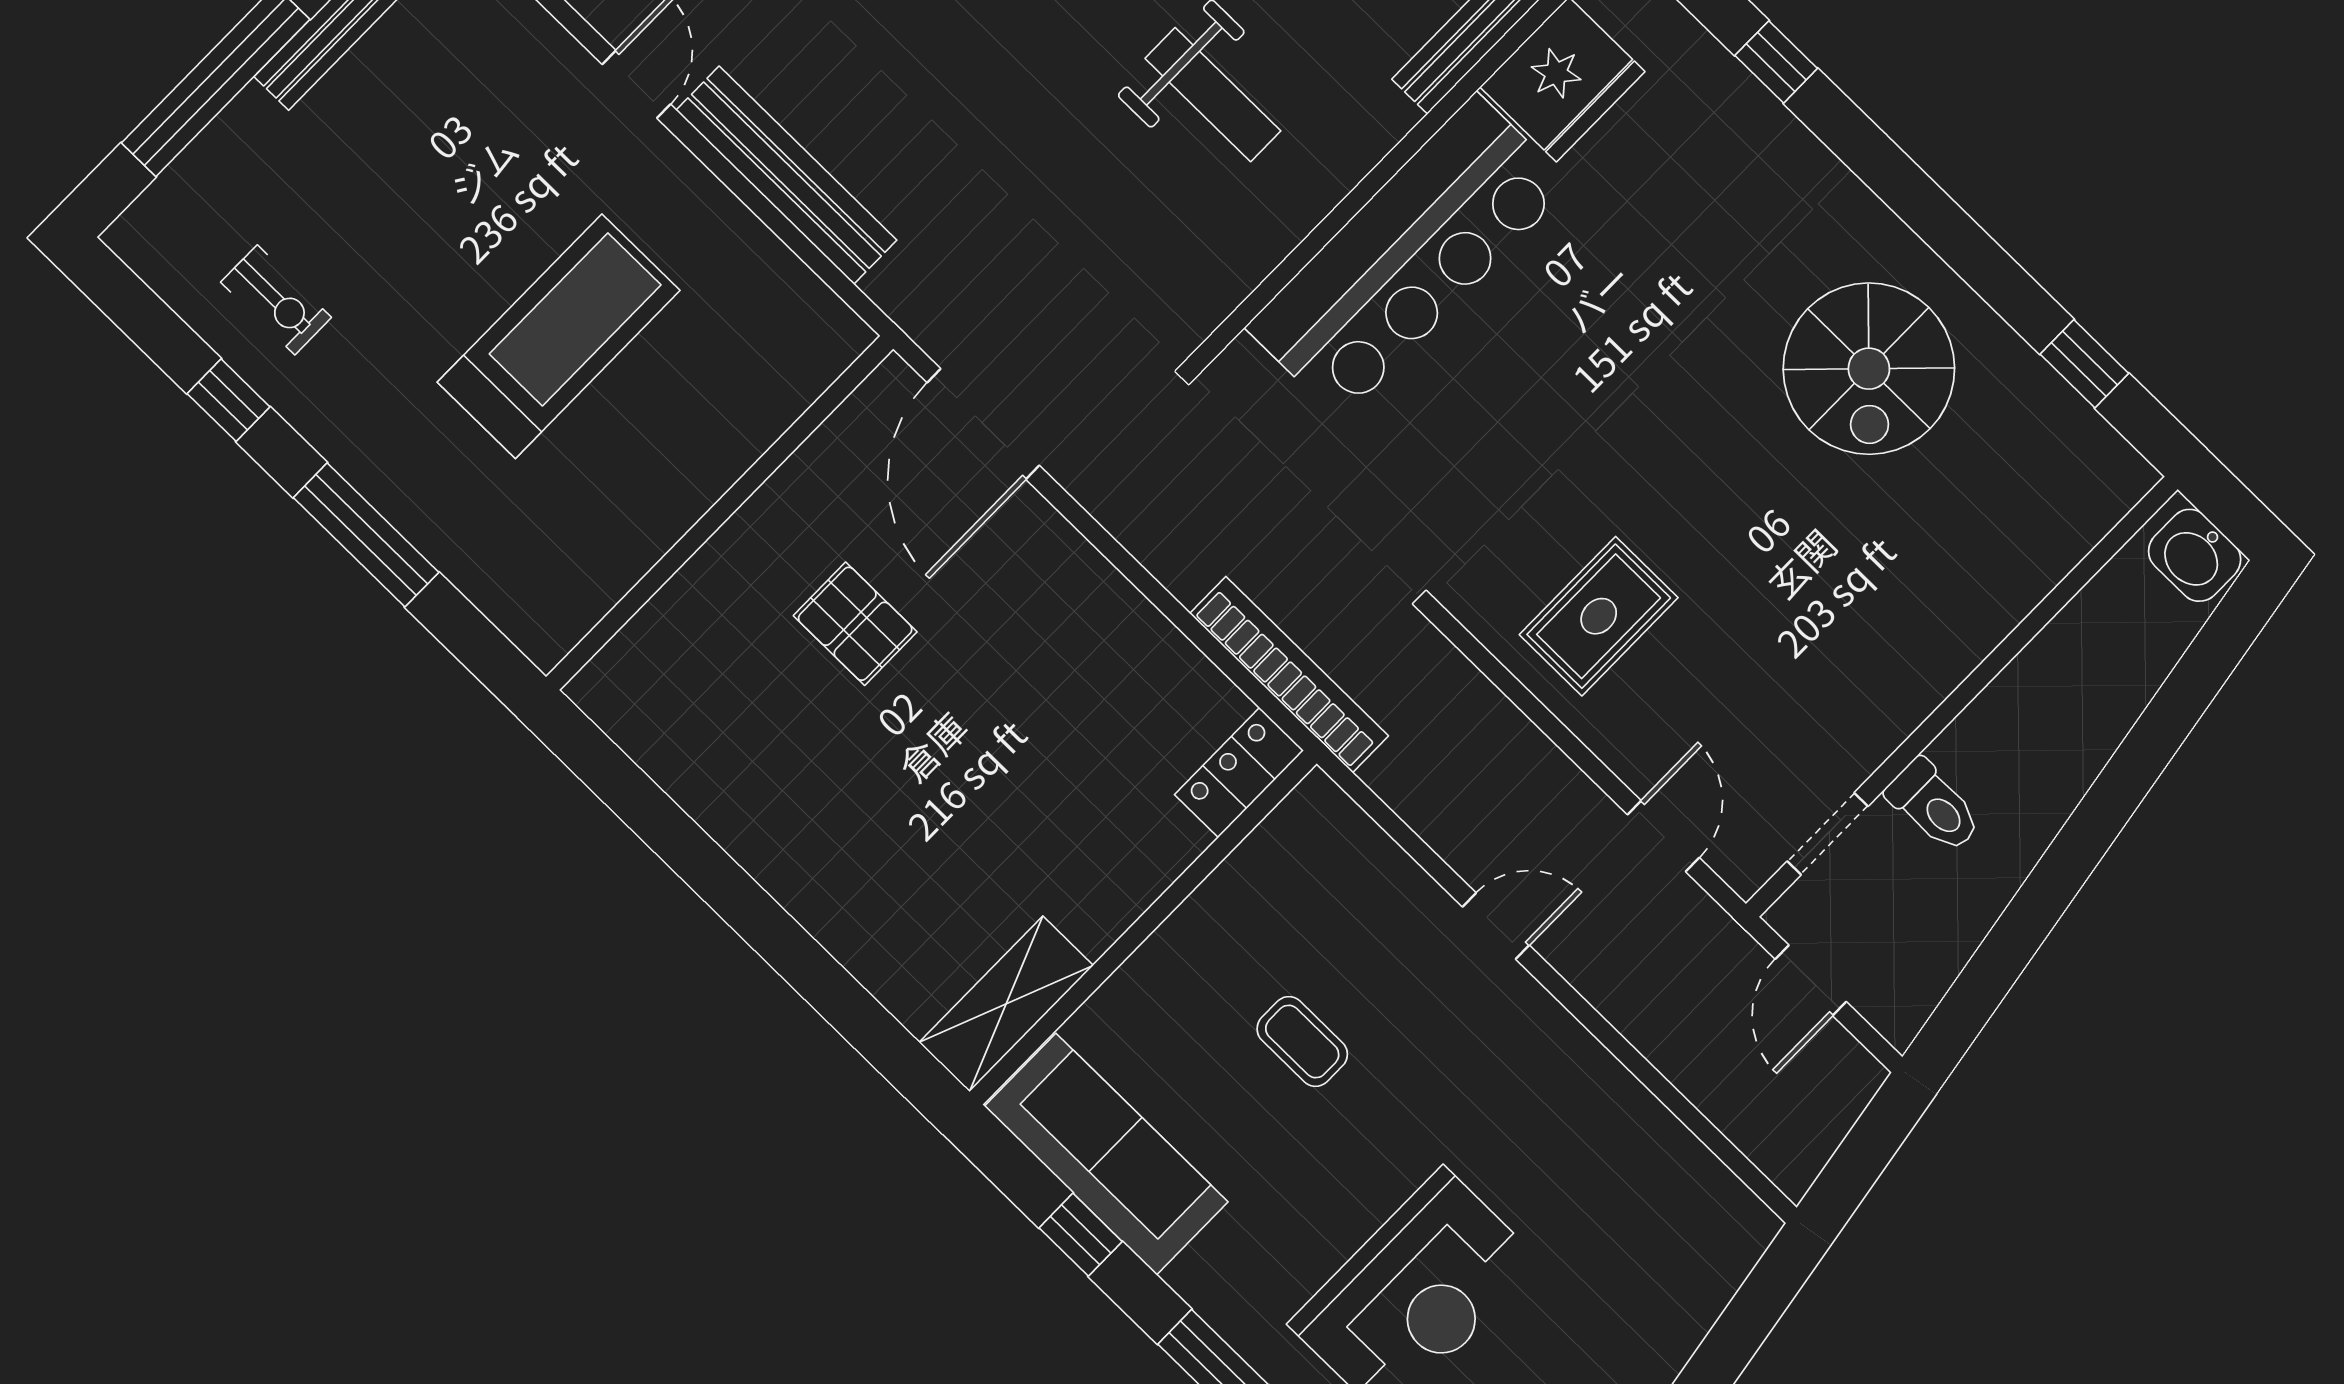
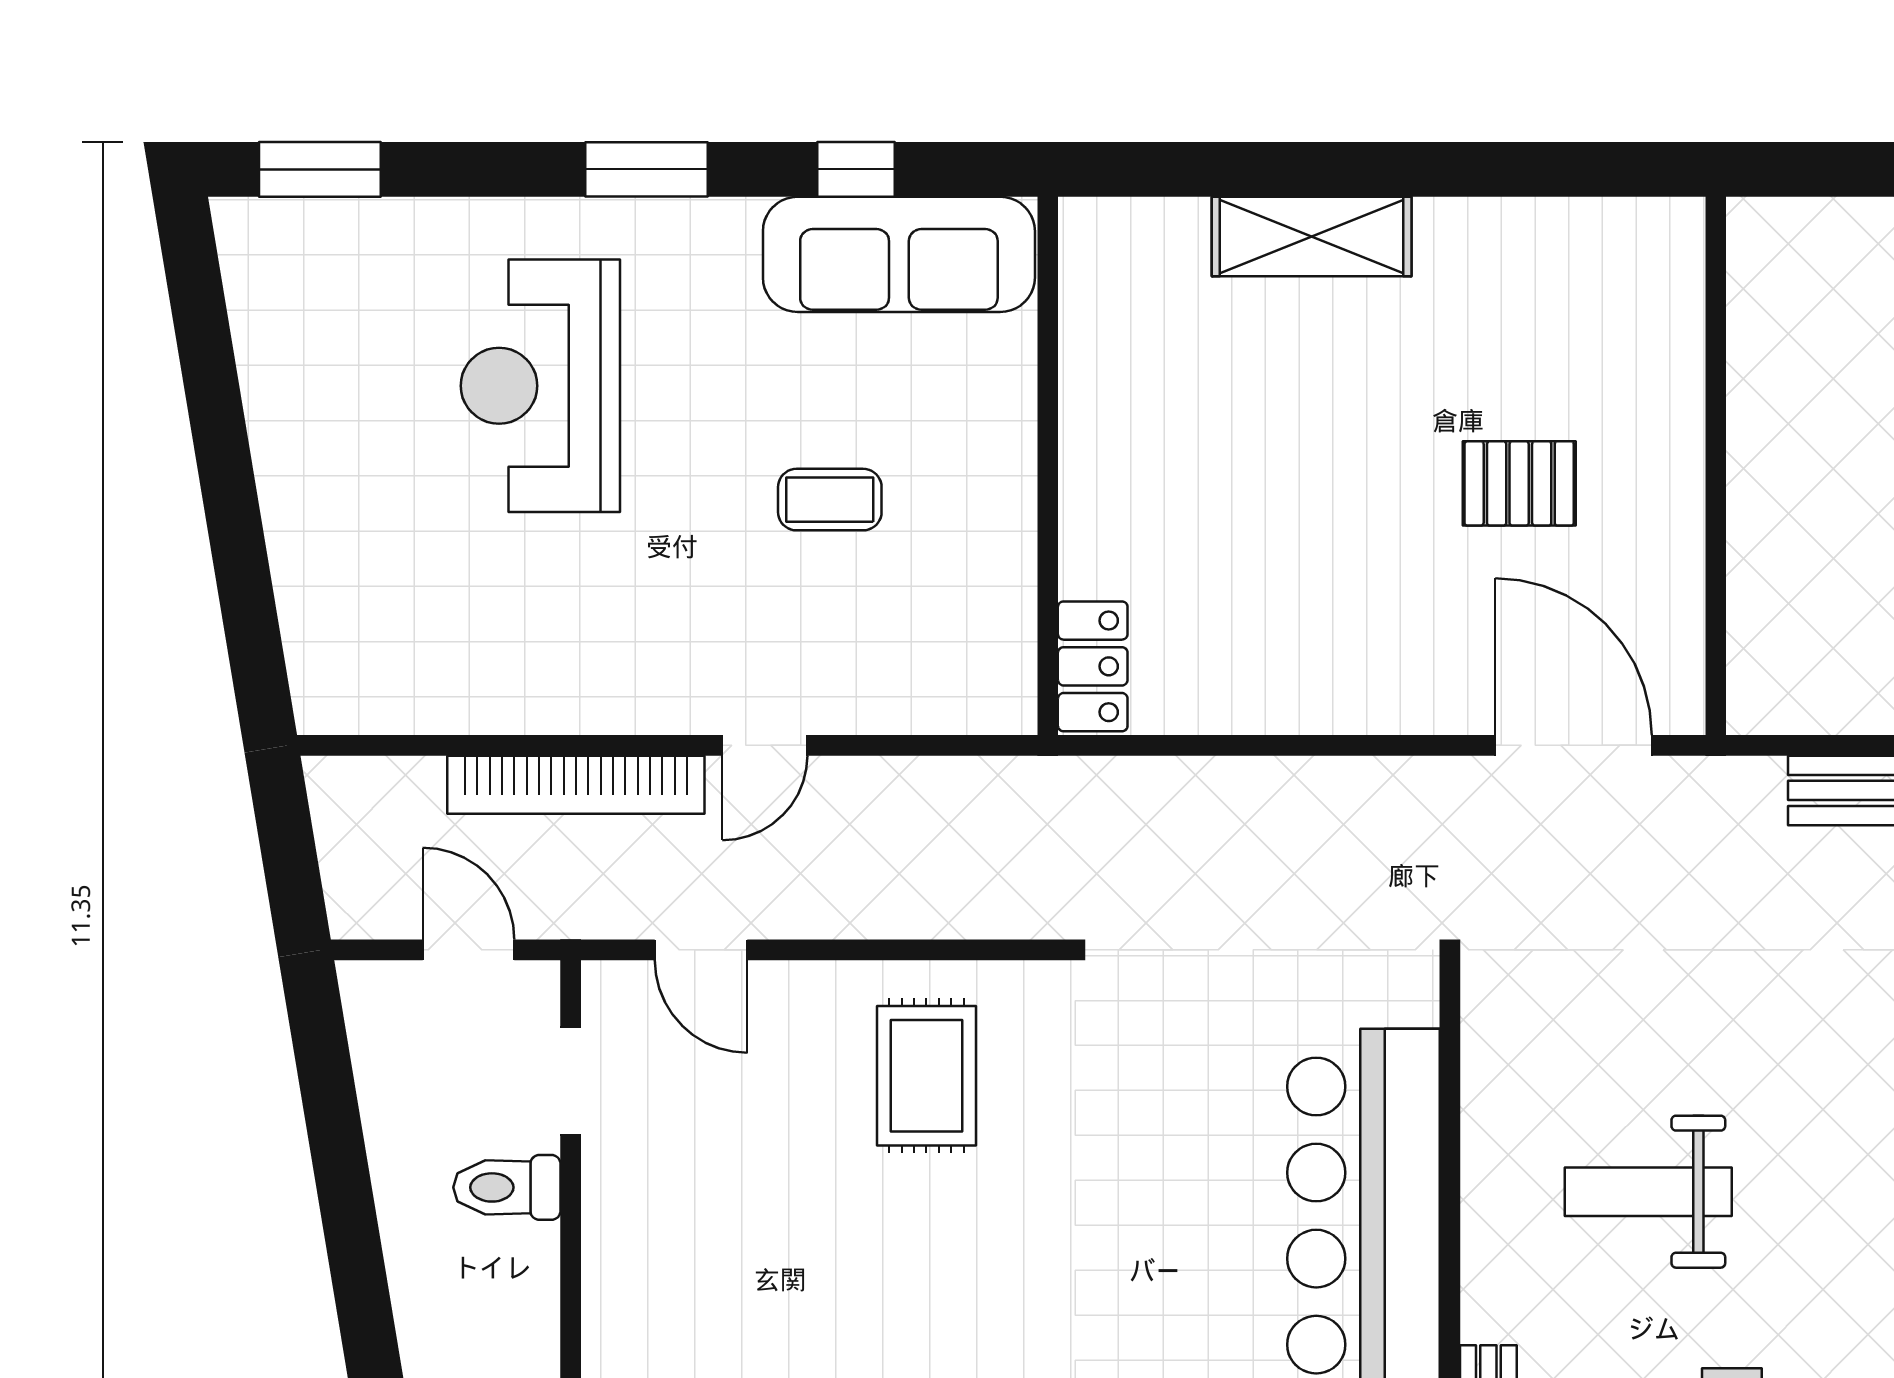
bookcase: (1289, 675) -> (576, 785), moved
shelving: (1006, 1004) -> (1312, 237), moved, turned 90

